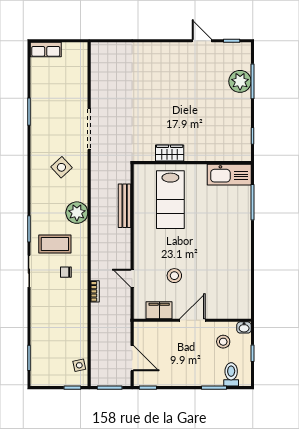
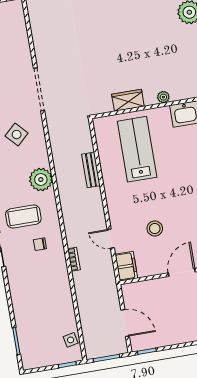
plant: (203, 156) -> (163, 97), added
lab bench: (170, 200) -> (137, 149), turned 180
bench: (125, 206) -> (91, 170), width x0.73
filing cabinet: (159, 310) -> (126, 266), moved, turned 90

